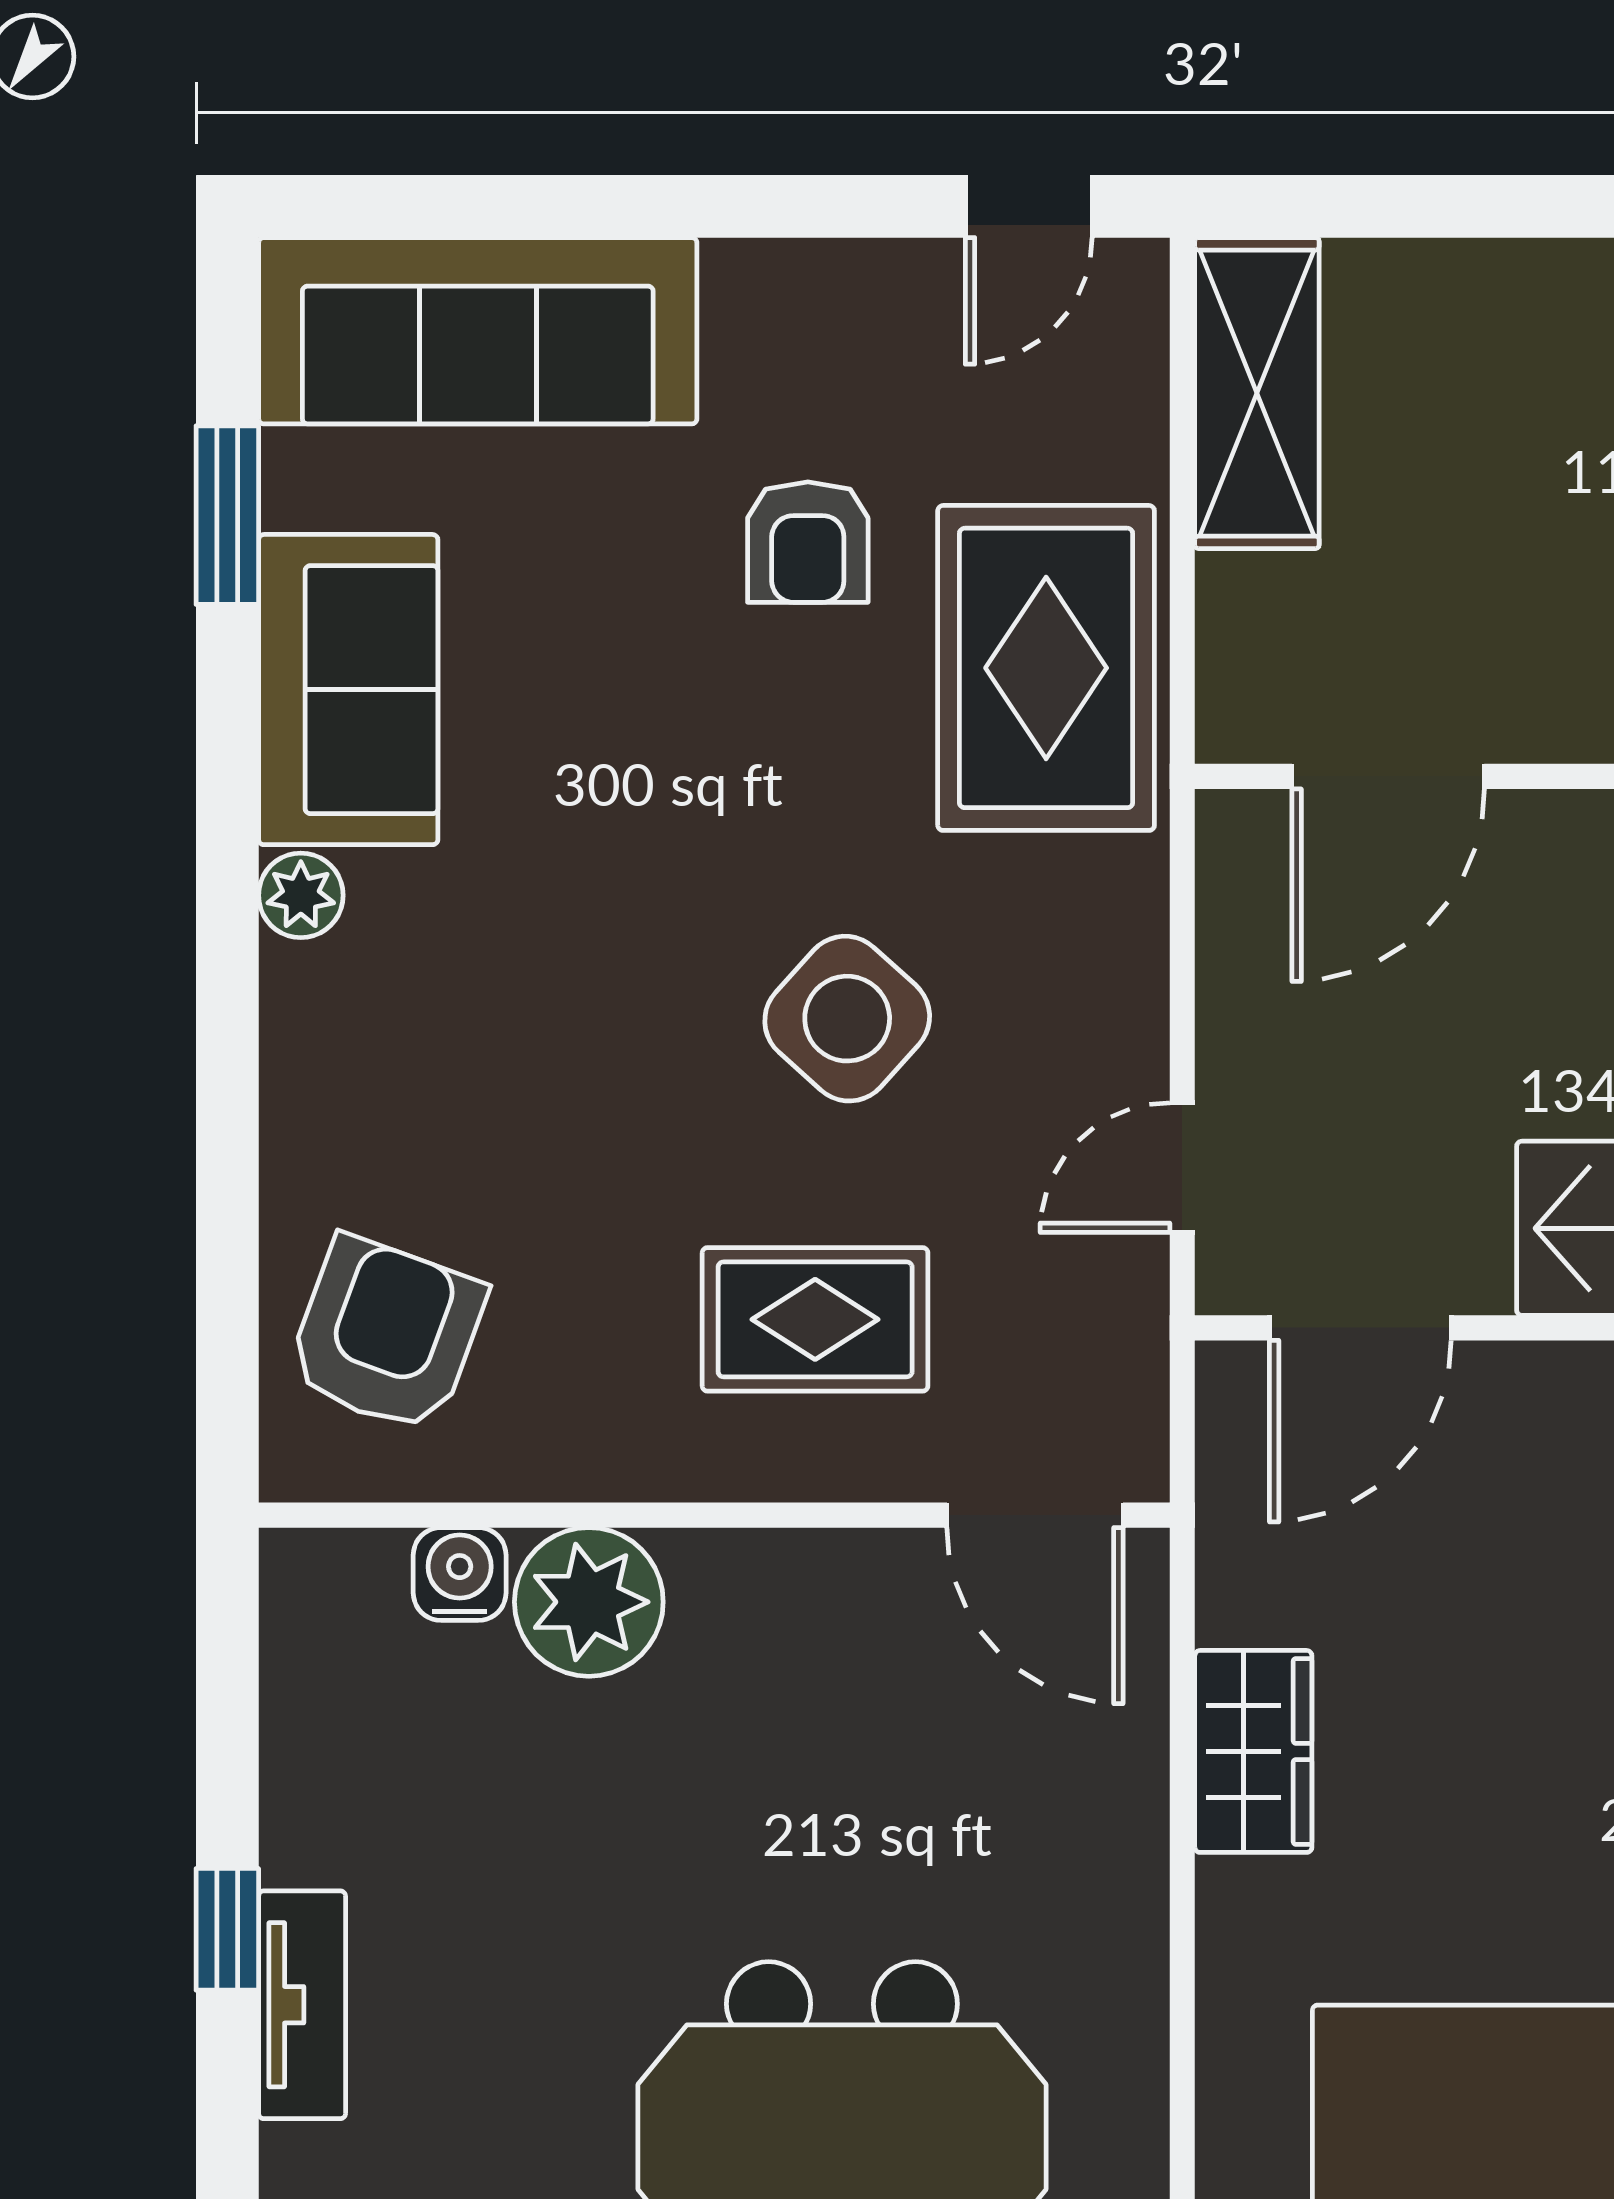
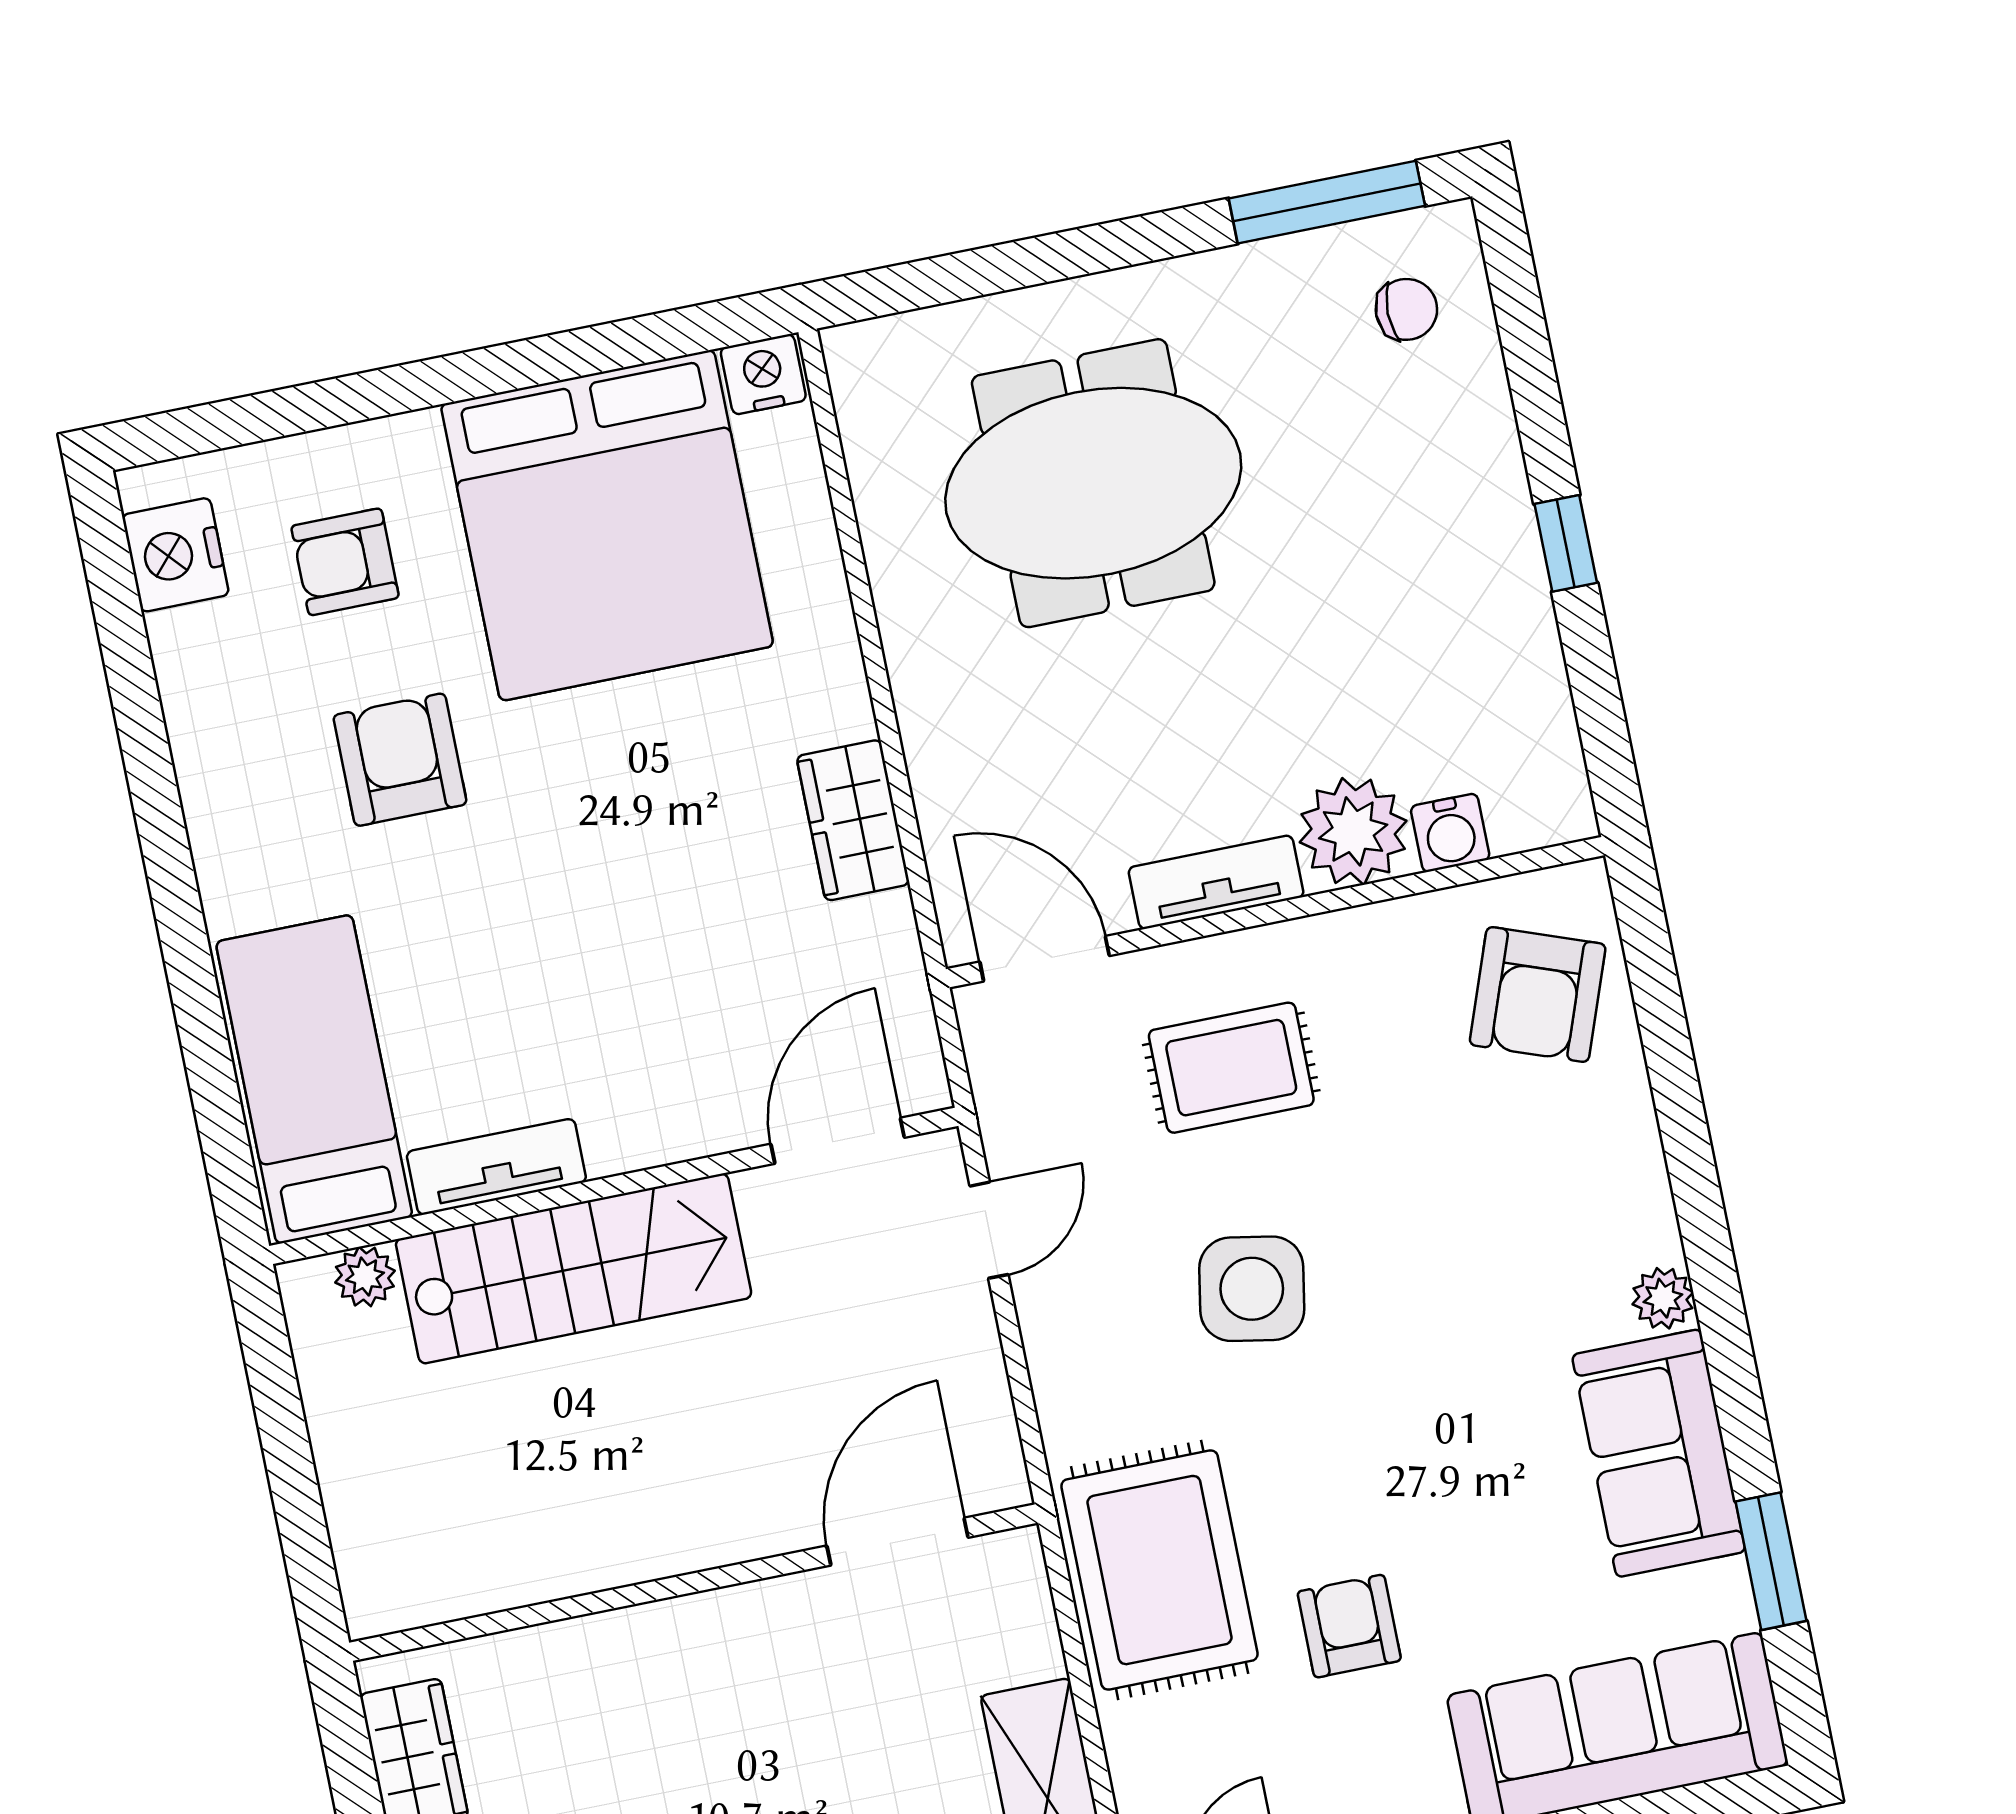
side table: (847, 1019) -> (1252, 1289), turned -32
tv unit: (302, 2005) -> (1216, 882), moved, turned 90

